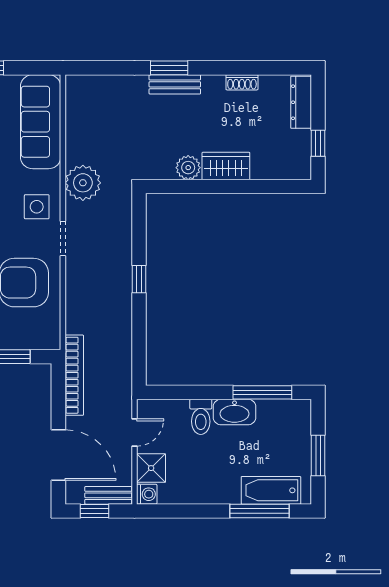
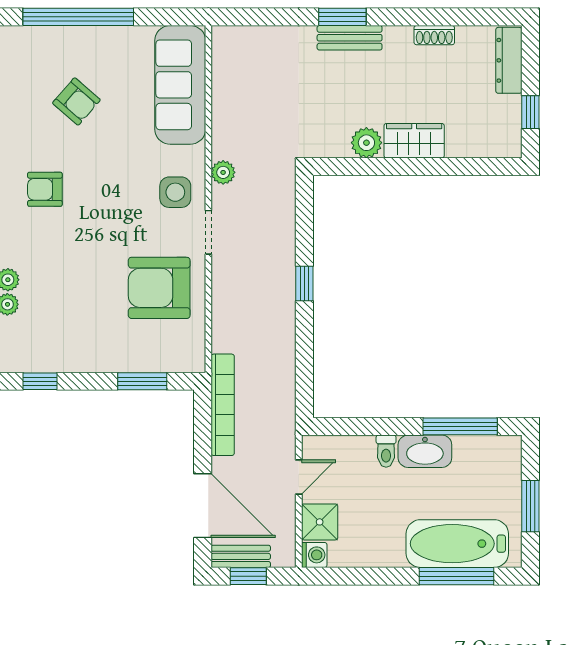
plant: (83, 183) -> (223, 172), width x0.53, depth x0.53
toilet: (201, 417) -> (386, 451), width x0.73, depth x0.72
bathtub: (271, 490) -> (457, 544), width x1.36, depth x1.36
bench: (108, 495) -> (241, 556), moved

